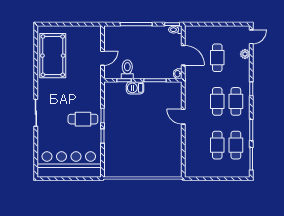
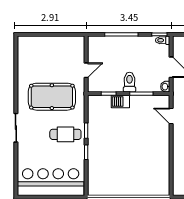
pool table: (53, 56) -> (52, 97), moved, turned 90
toilet: (127, 69) -> (129, 82), moved
door: (183, 117) -> (171, 116), moved

